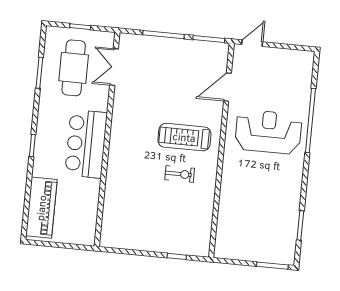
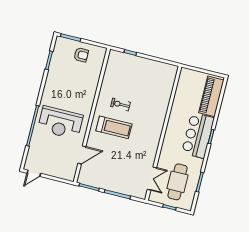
door: (252, 43) -> (34, 173), moved
bar counter: (86, 144) -> (198, 135), moved, turned 180
armchair: (252, 241) -> (81, 55), added

